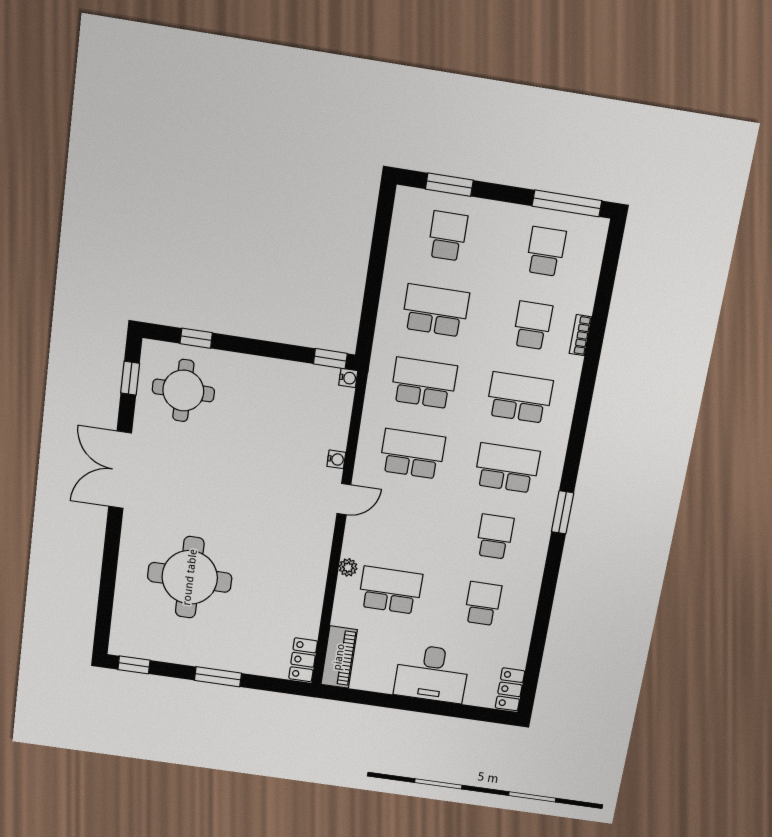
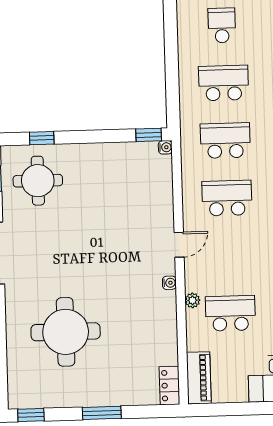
water cooler: (336, 459) -> (169, 283), moved

